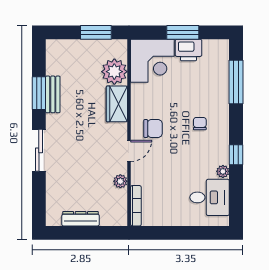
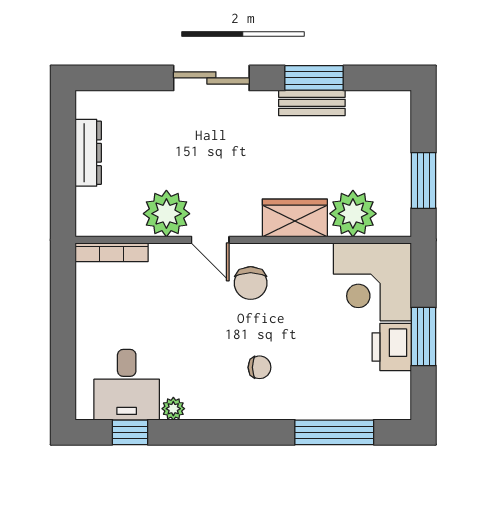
window: (236, 155) -> (130, 432), moved
plant: (120, 181) -> (166, 214), width x1.87, depth x1.87

